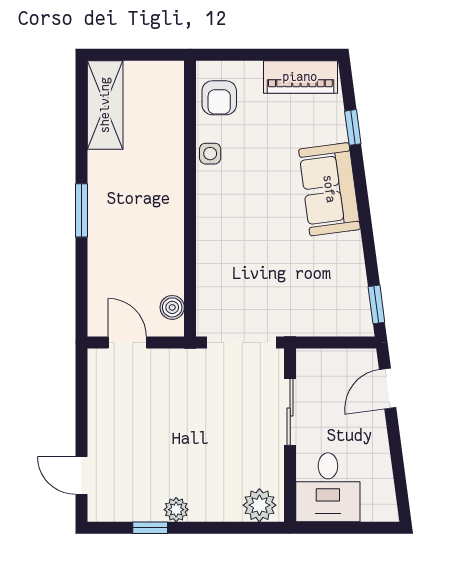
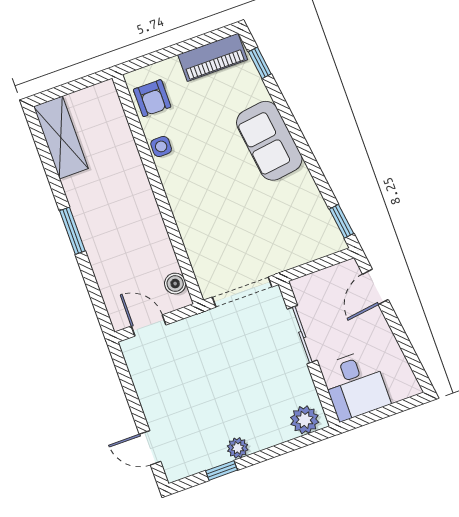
window: (353, 127) -> (260, 63), moved

